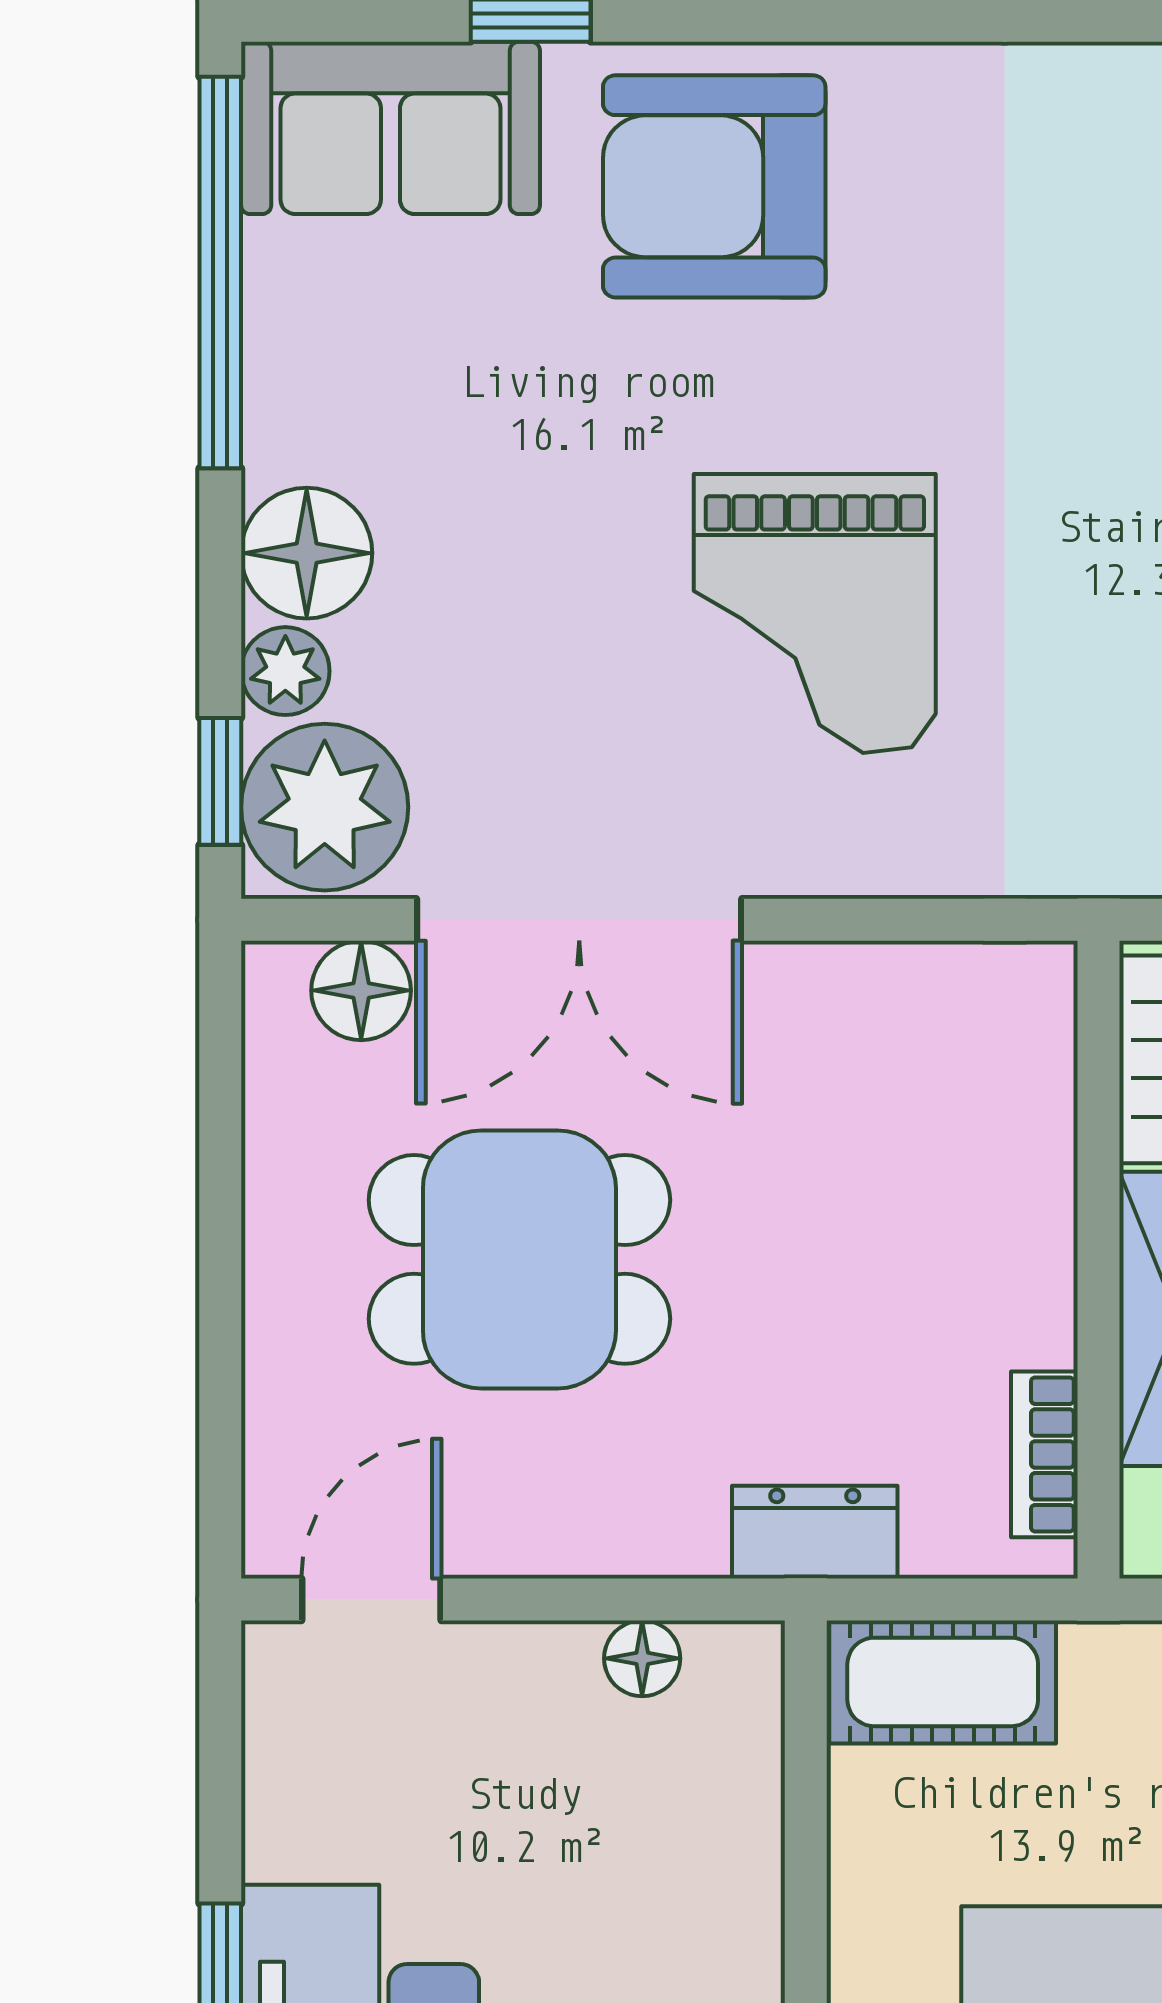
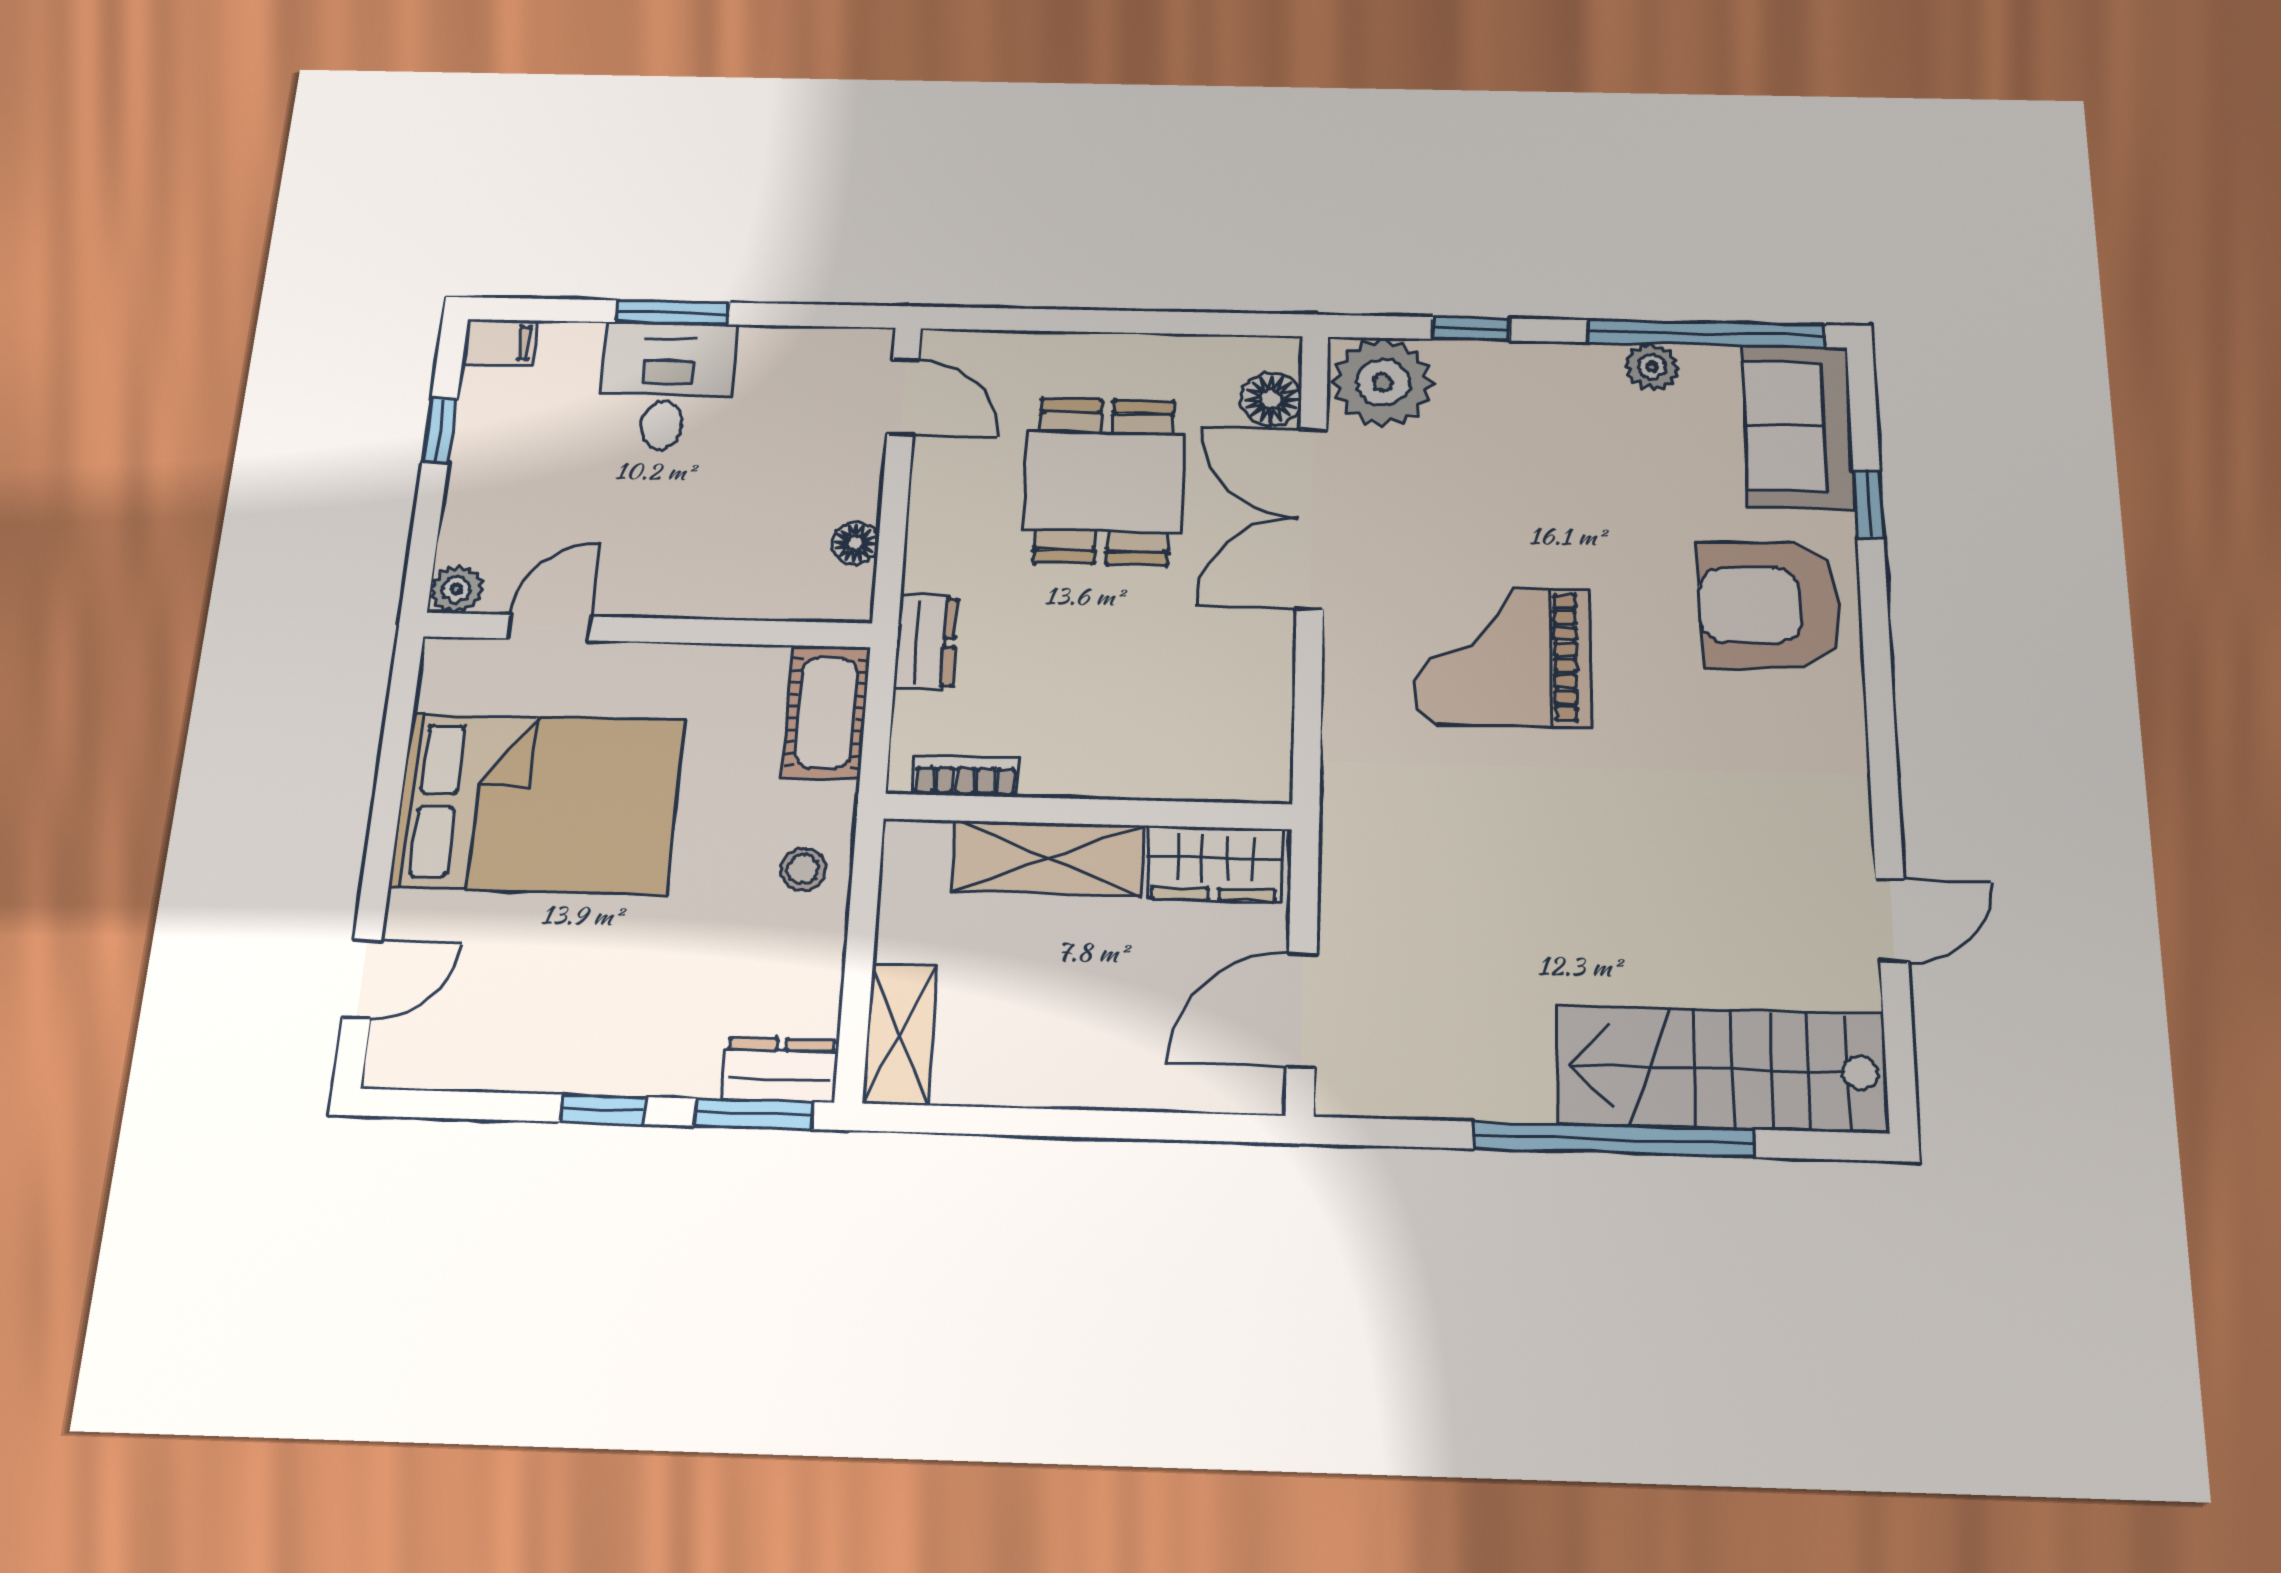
armchair: (714, 186) -> (1770, 605), turned -92
floor lamp: (307, 553) -> (1537, 376), removed
plant: (285, 671) -> (1652, 367), moved
window: (220, 781) -> (1471, 329), moved

